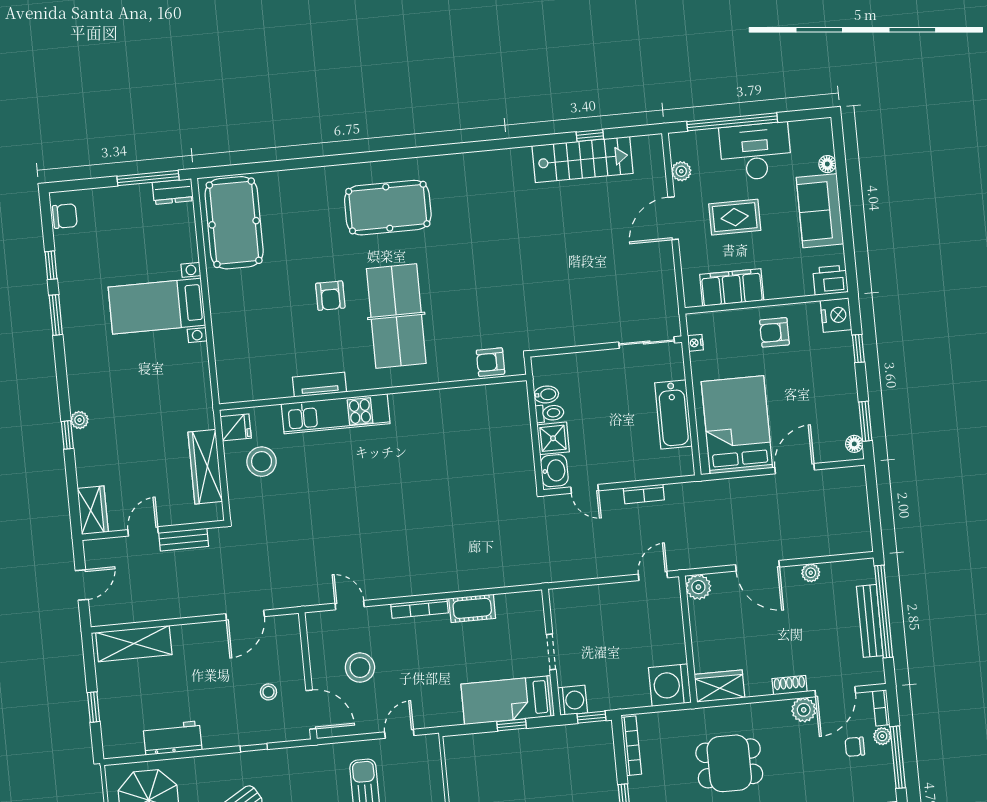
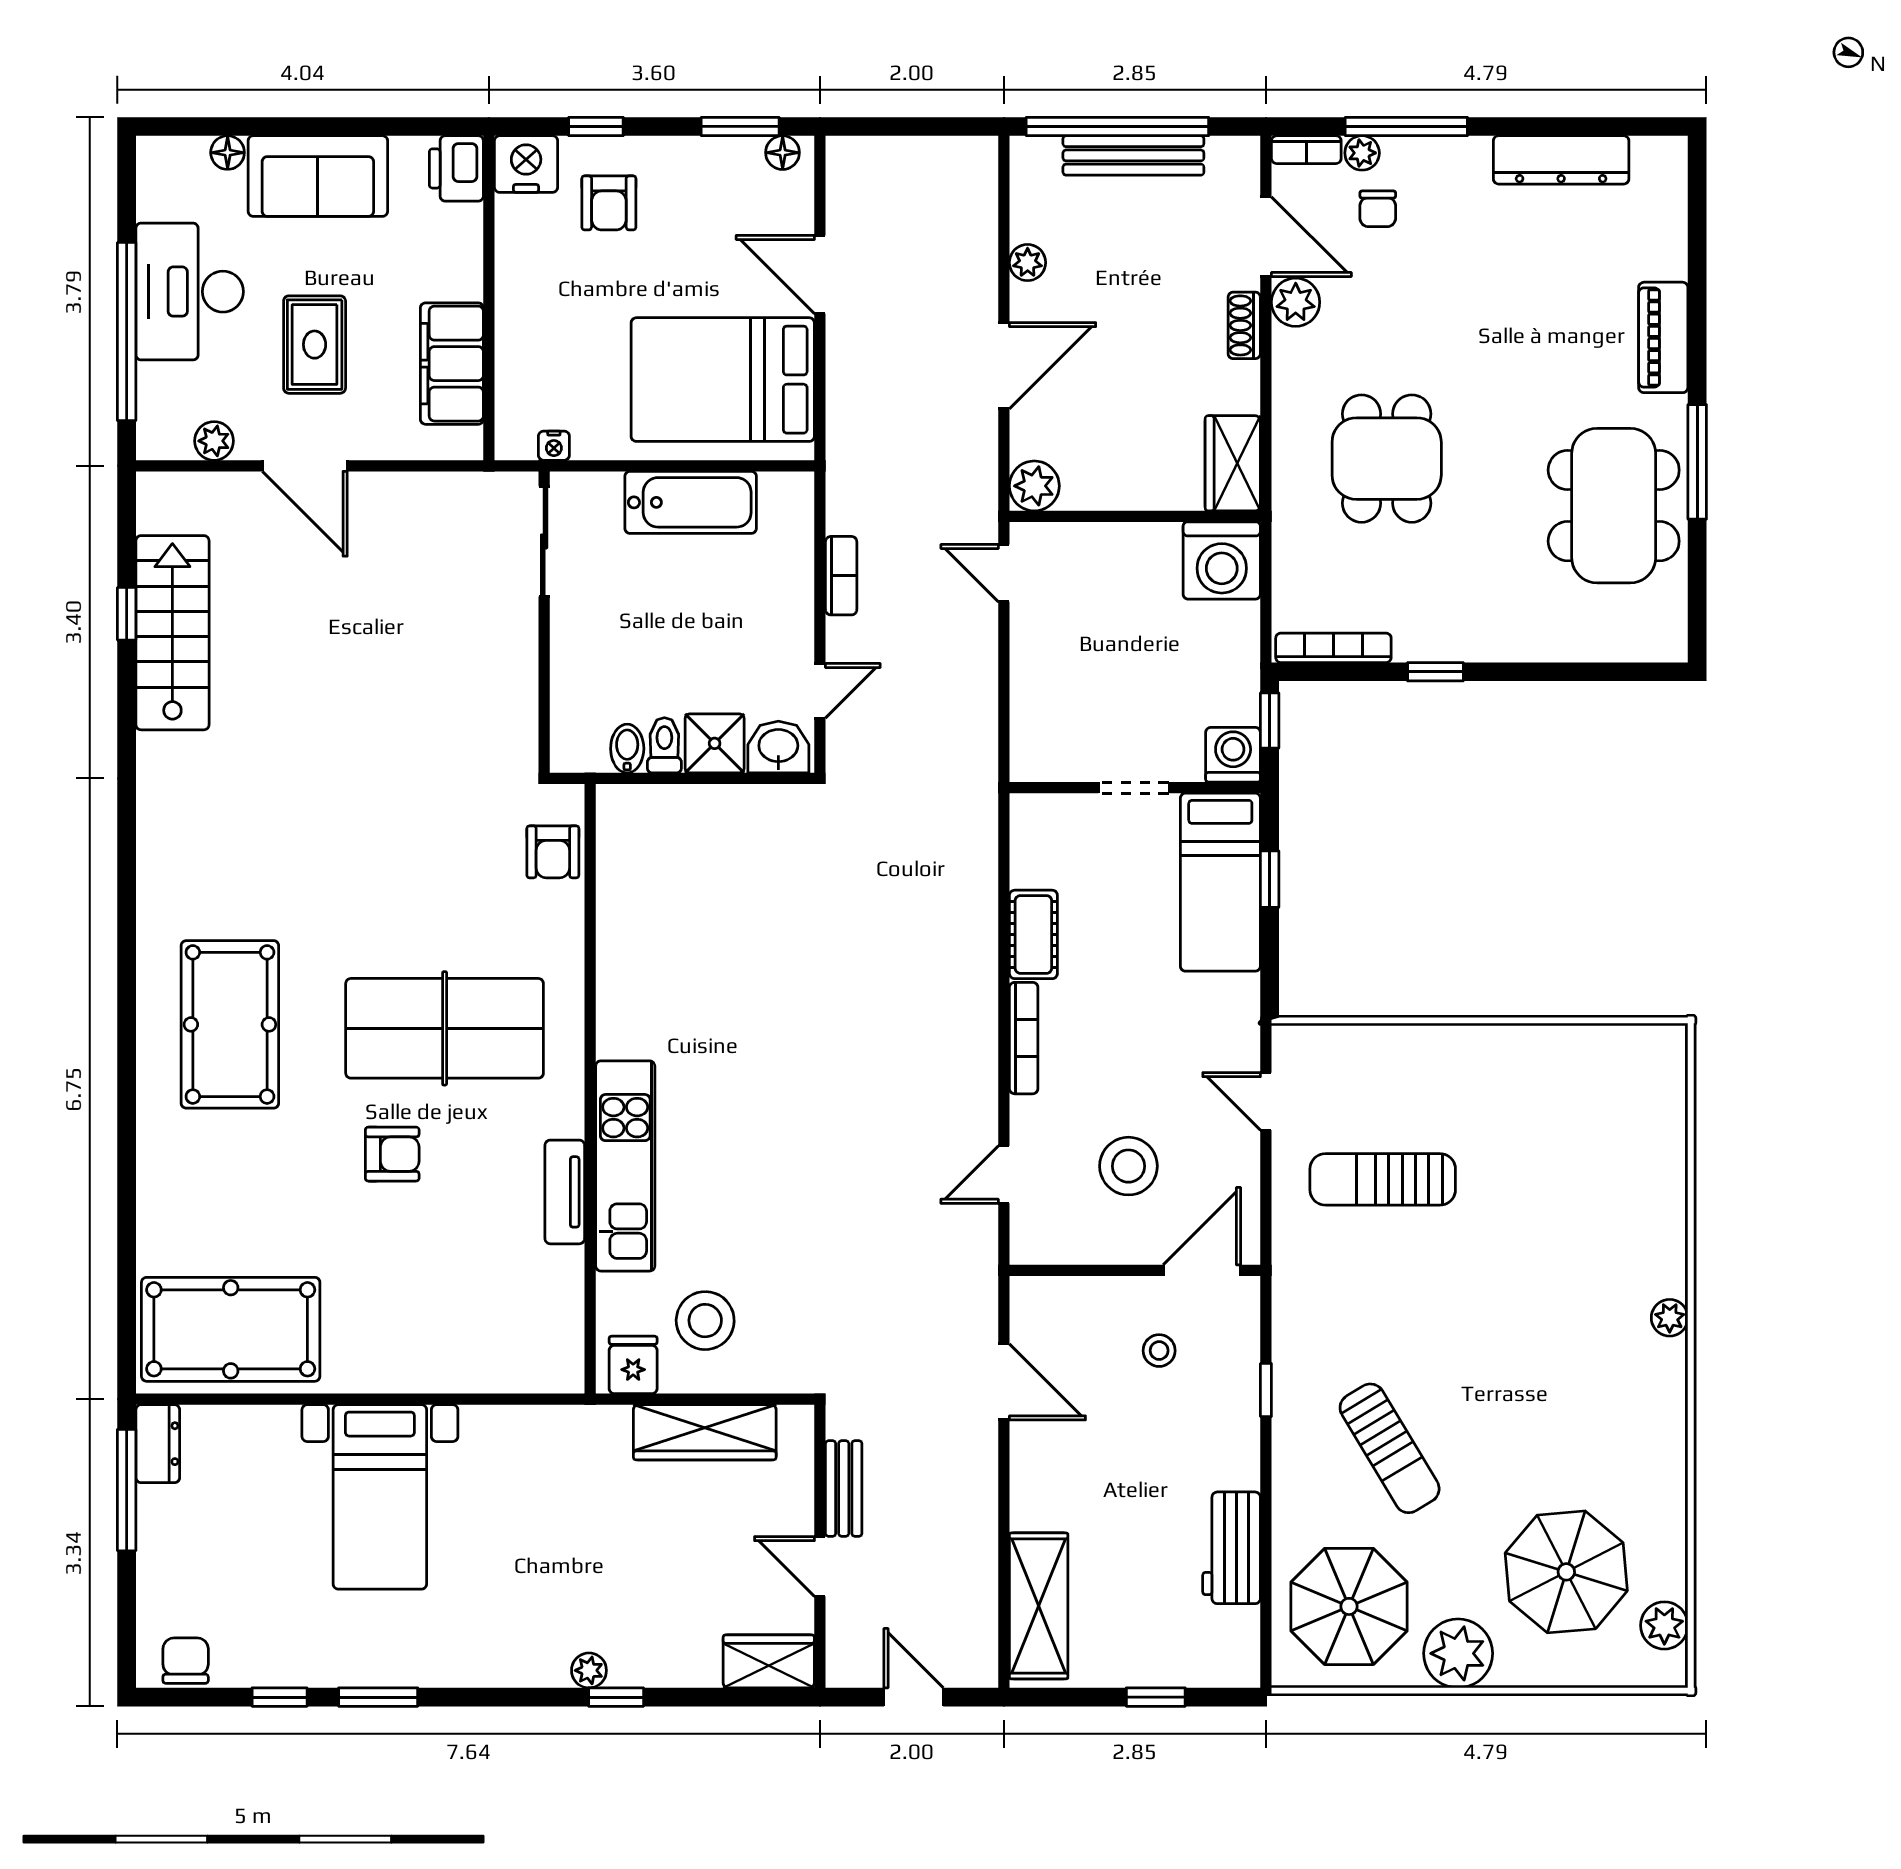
armchair: (774, 332) -> (609, 203), moved

